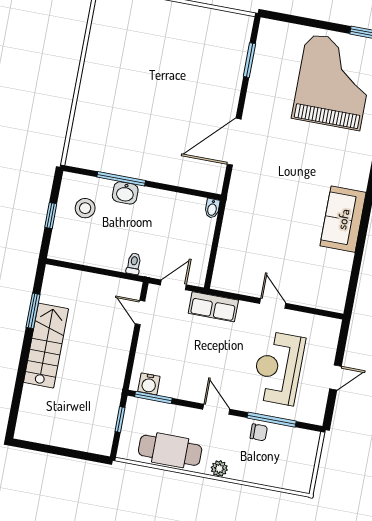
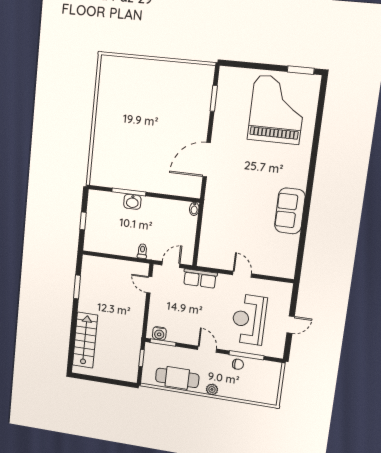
stool: (85, 208) -> (106, 214), removed
stairs: (46, 346) -> (85, 340), moved

